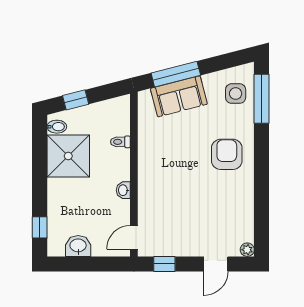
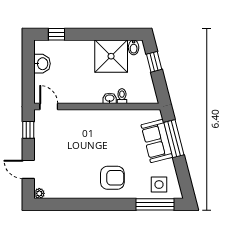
washbasin: (123, 190) -> (110, 98), moved

